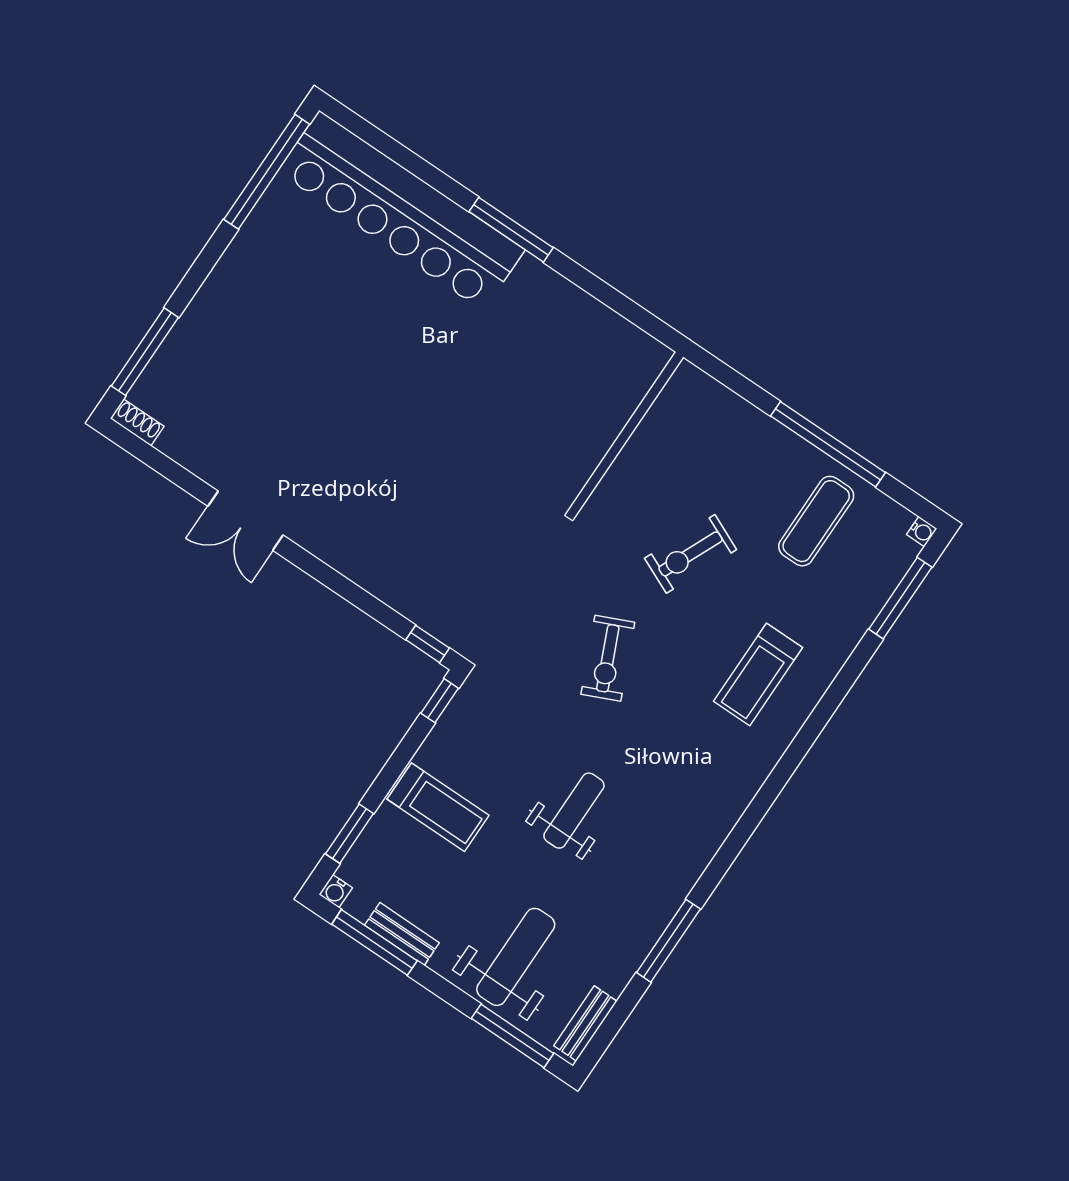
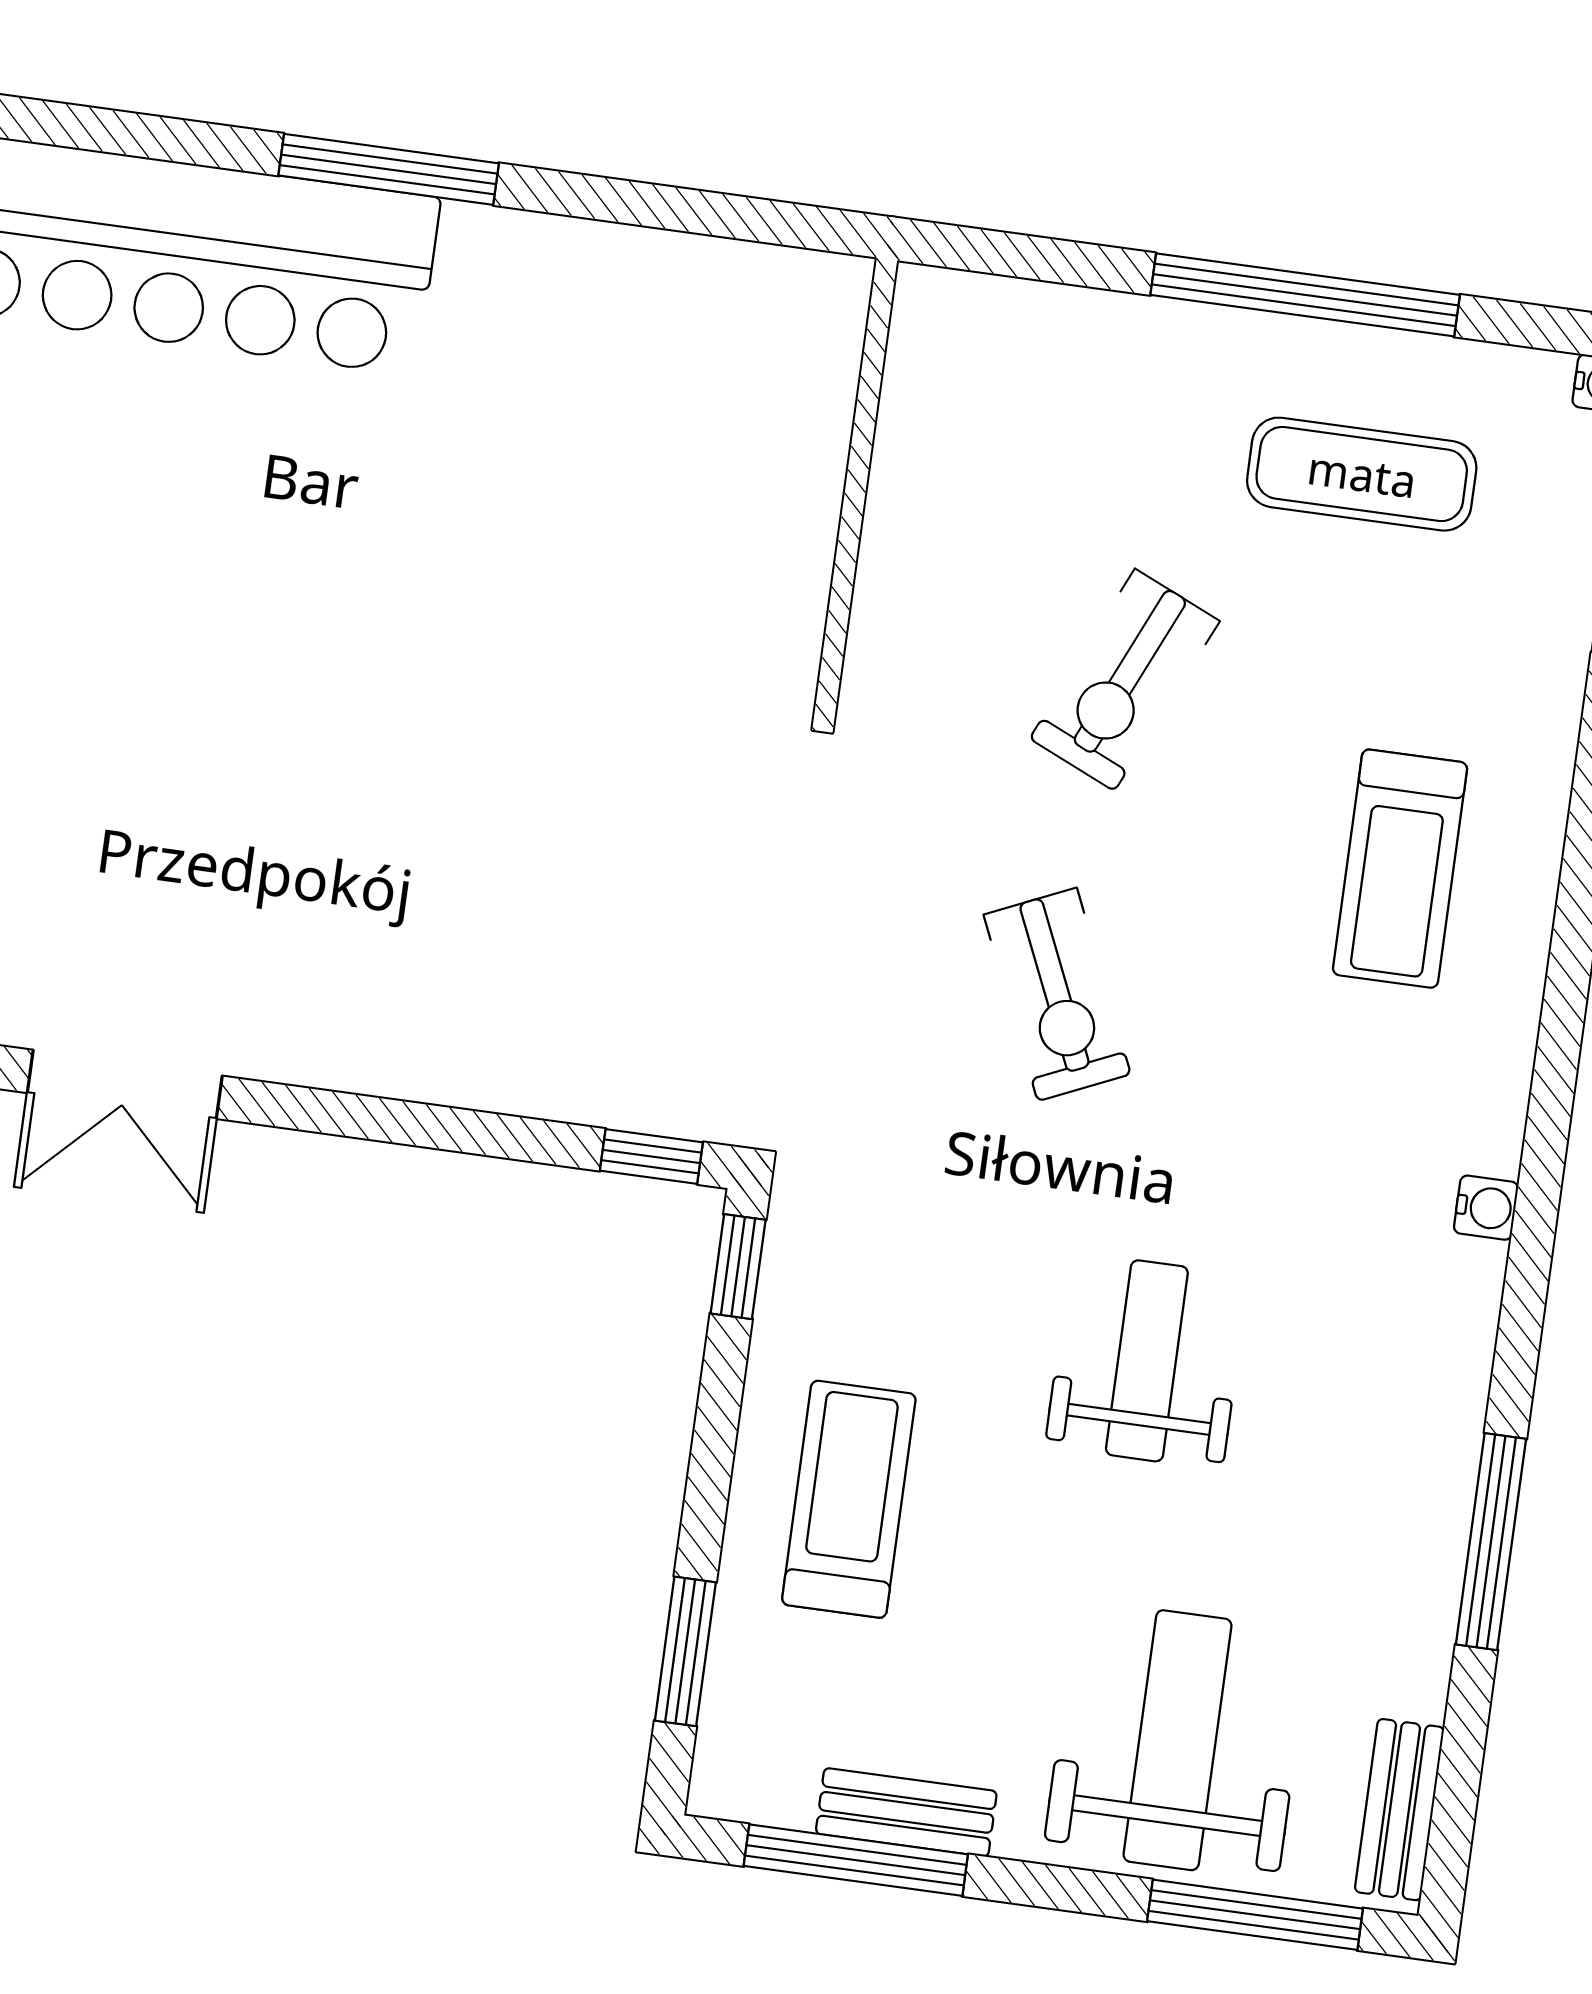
exercise mat: (816, 521) -> (1362, 474), turned 90
treadmill: (438, 807) -> (849, 1499), turned -90
water cooler: (336, 891) -> (1486, 1208), moved, turned -90

